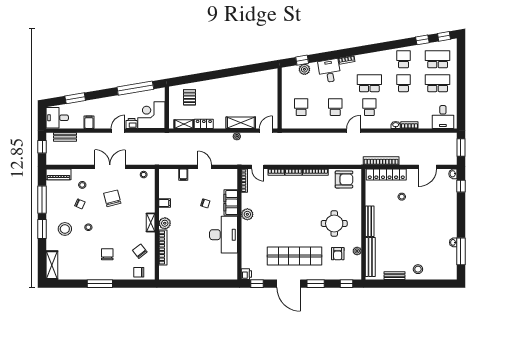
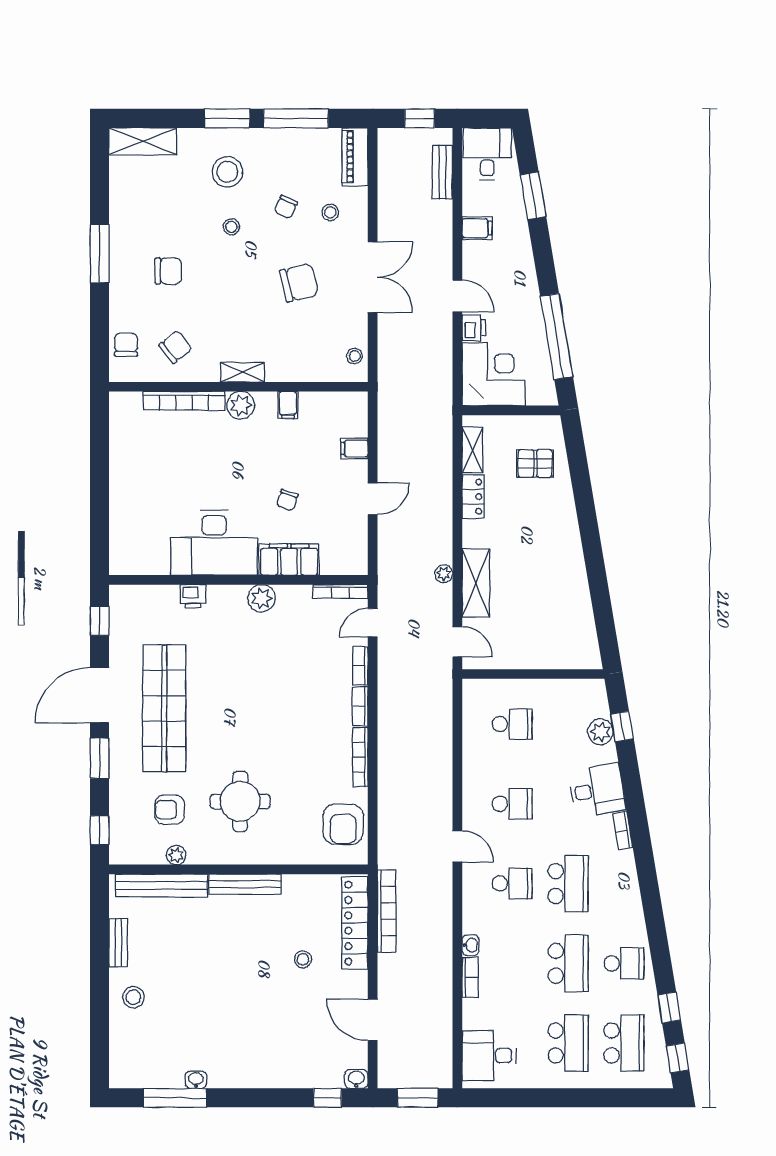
school desk: (403, 83) -> (568, 963), width x1.85
printer: (246, 274) -> (193, 596), moved

